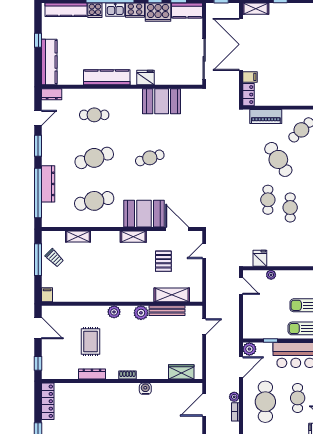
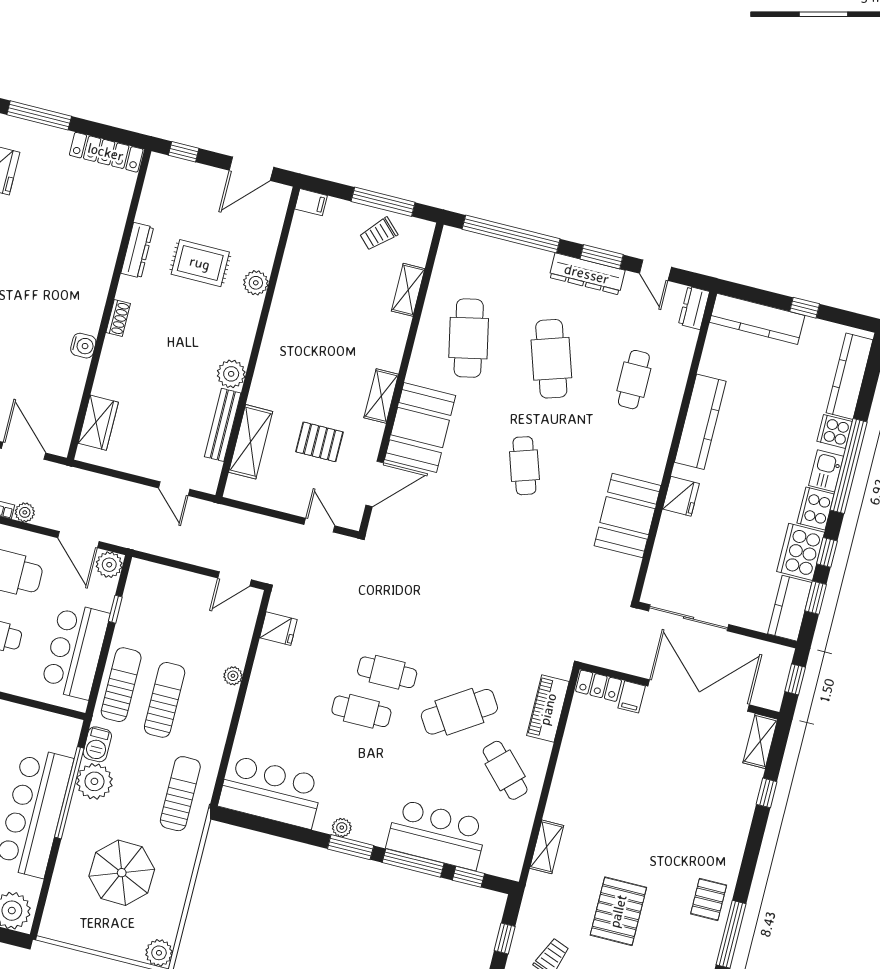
dresser: (48, 184) -> (587, 274), moved
plant: (271, 275) -> (233, 676), moved
plant: (114, 312) -> (256, 283), moved

